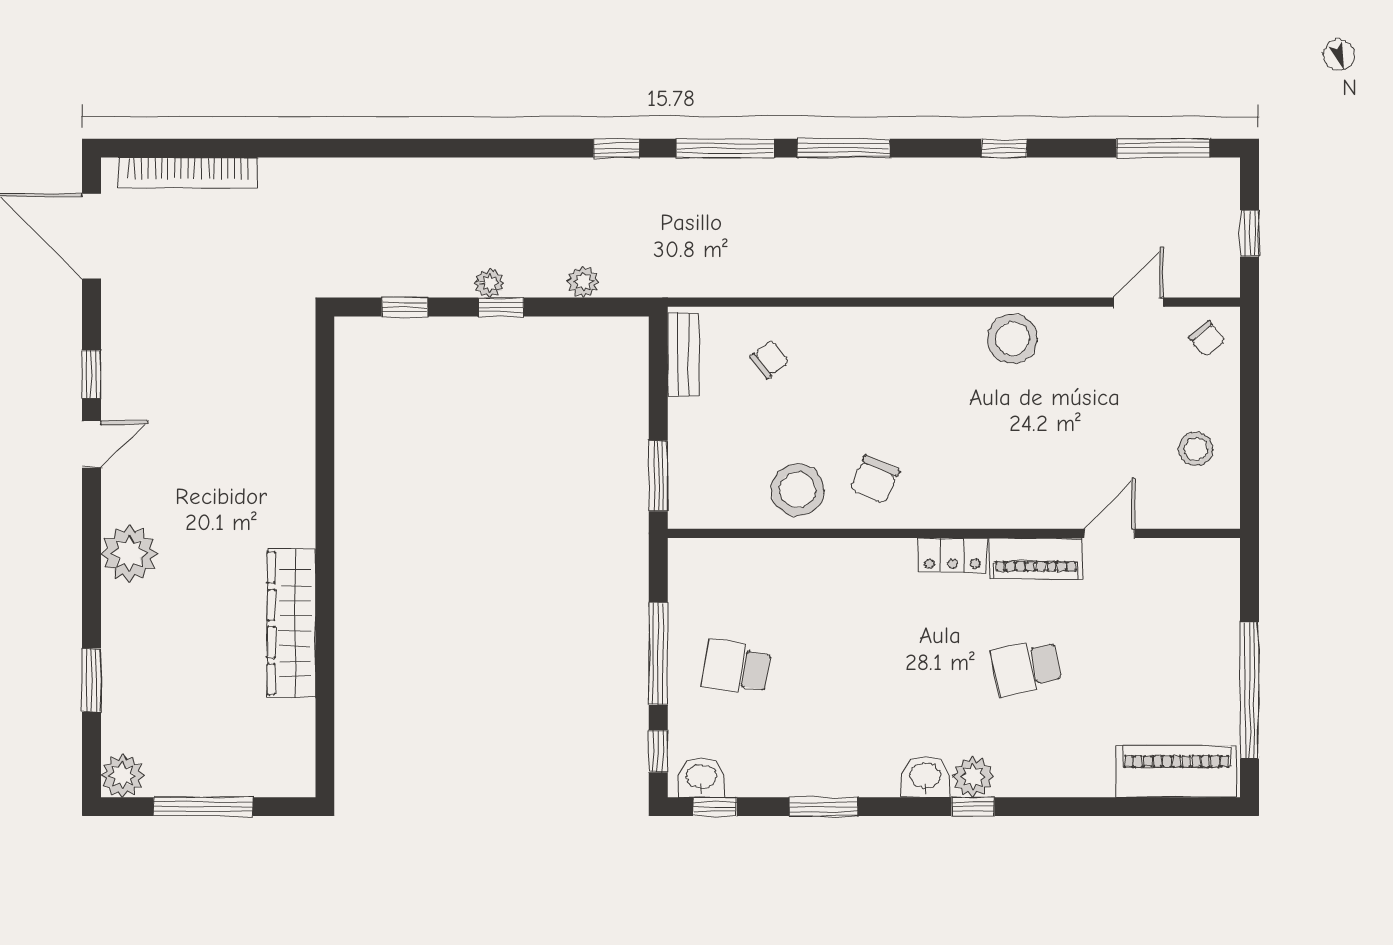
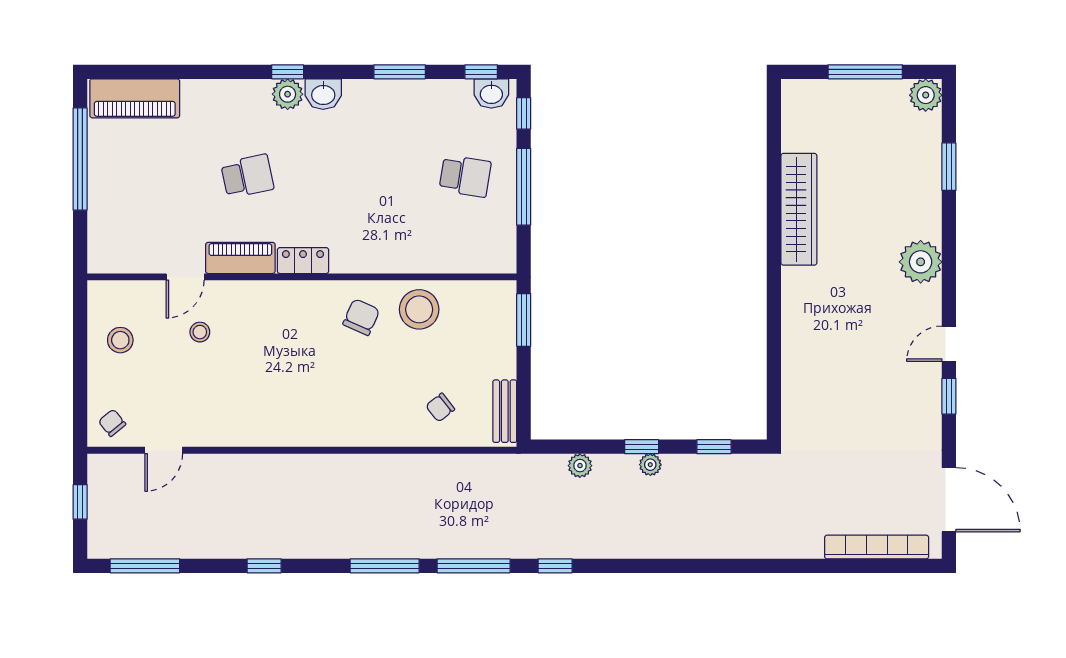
stool: (1012, 339) -> (200, 332), moved, width x0.53, depth x0.53

